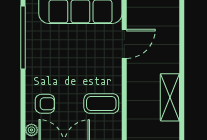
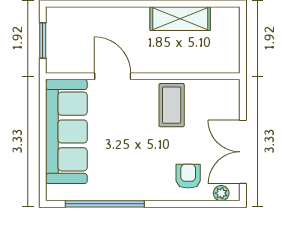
coffee table: (101, 103) -> (172, 105), moved

